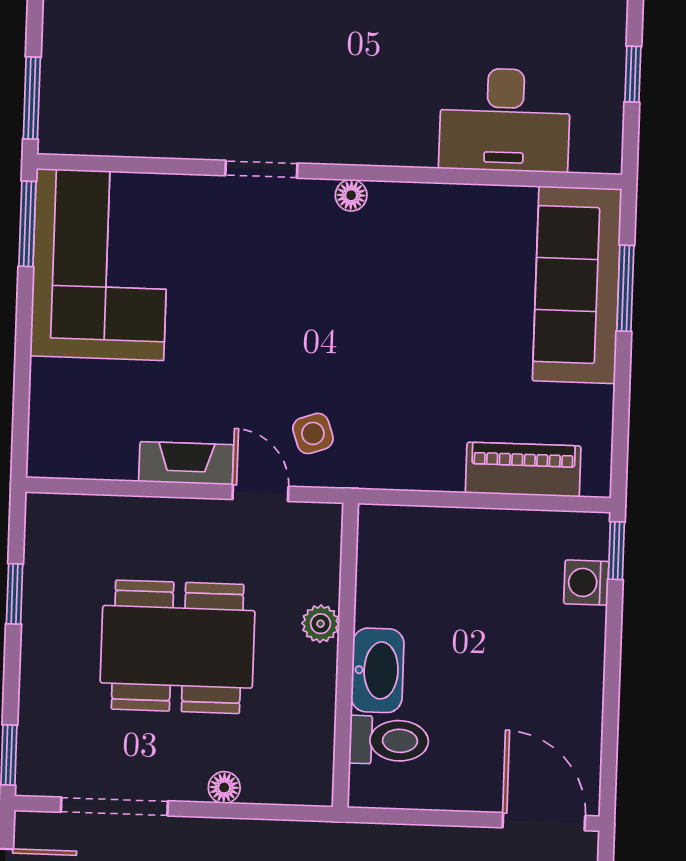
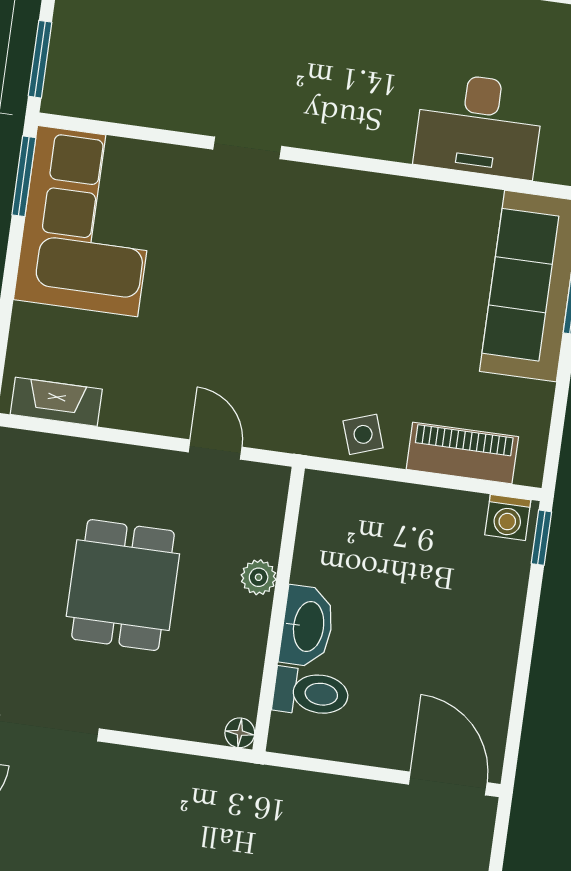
floor lamp: (351, 195) -> (328, 181), removed
side table: (313, 433) -> (363, 434), moved
fireplace: (186, 463) -> (56, 402), moved
washing machine: (586, 583) -> (508, 517), moved, turned -90
dining table: (178, 647) -> (123, 585), width x0.73
floor lamp: (224, 787) -> (240, 733), moved

